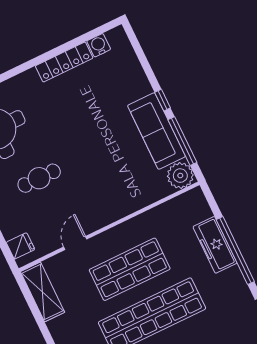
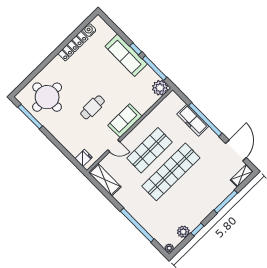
sofa: (157, 131) -> (126, 55), moved
cafe table: (39, 178) -> (93, 107), moved
sofa: (107, 209) -> (125, 121), added
door: (75, 243) -> (114, 146), swing flipped

